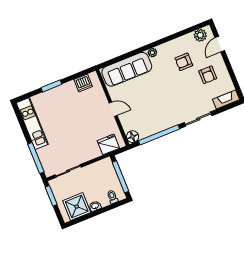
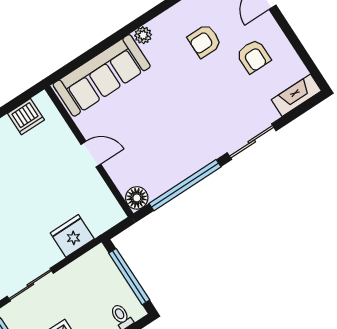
fridge: (108, 144) -> (72, 236), moved

